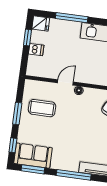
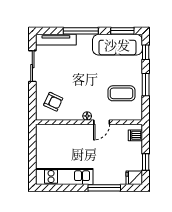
dishwasher: (36, 50) -> (135, 135), moved
sofa: (33, 156) -> (117, 45), width x1.36

